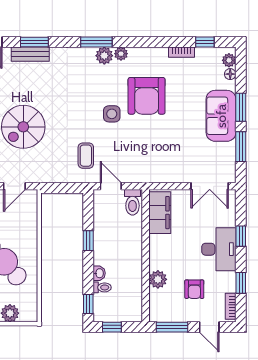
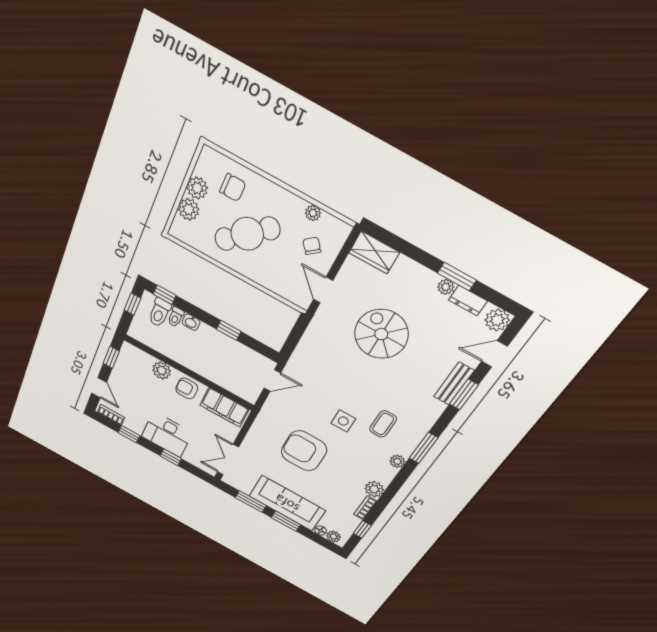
plant: (104, 56) -> (374, 489), moved
armchair: (147, 96) -> (304, 451), moved
sofa: (221, 116) -> (287, 503), width x1.36
coffee table: (86, 156) -> (383, 424), moved, turned 90
toilet: (132, 202) -> (160, 313), moved, turned -90
armchair: (194, 289) -> (187, 388), moved
window: (172, 327) -> (111, 357), width x0.67
door: (209, 327) -> (99, 388), swing flipped

